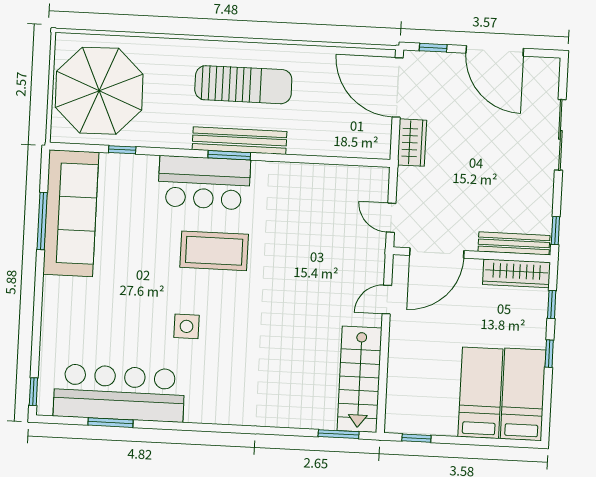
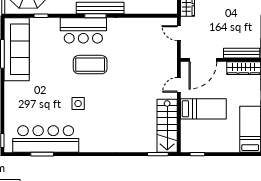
door: (391, 218) -> (179, 33), moved
bed: (480, 393) -> (203, 109), moved, turned 90

